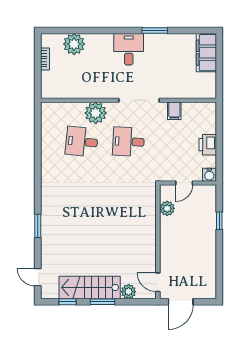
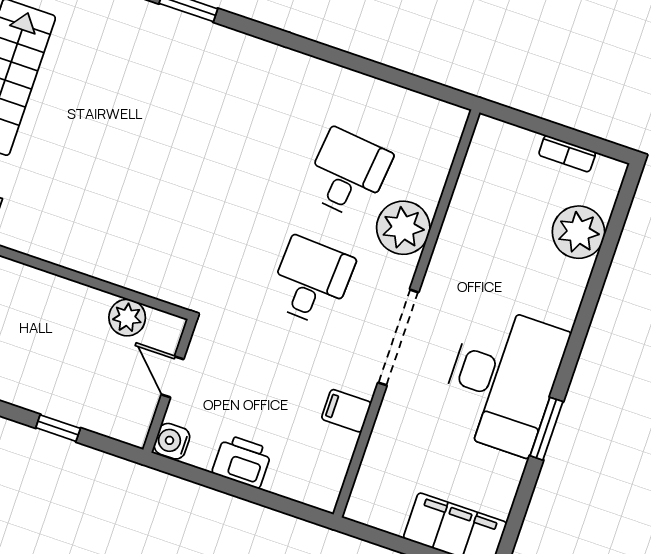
desk: (129, 49) -> (503, 380), width x1.87, depth x1.30

